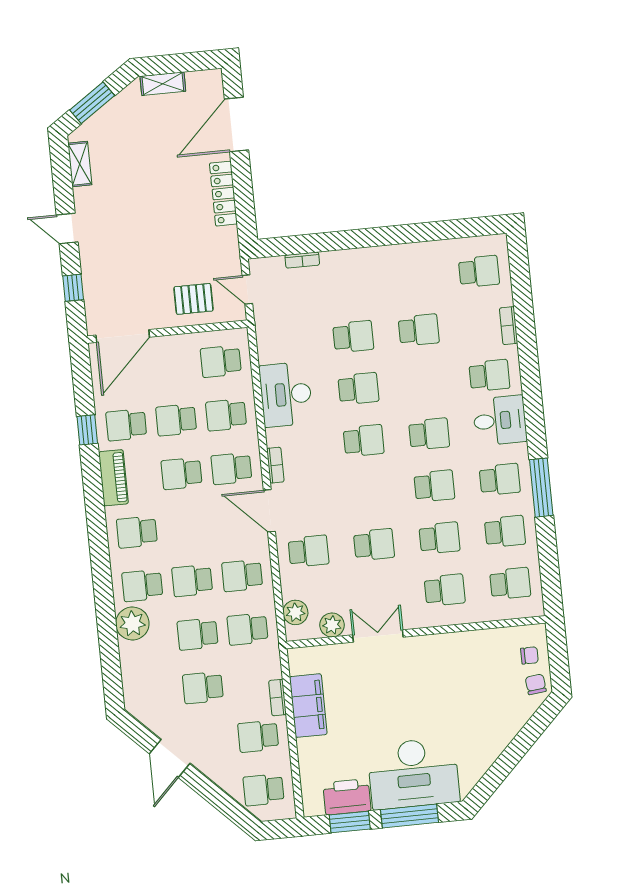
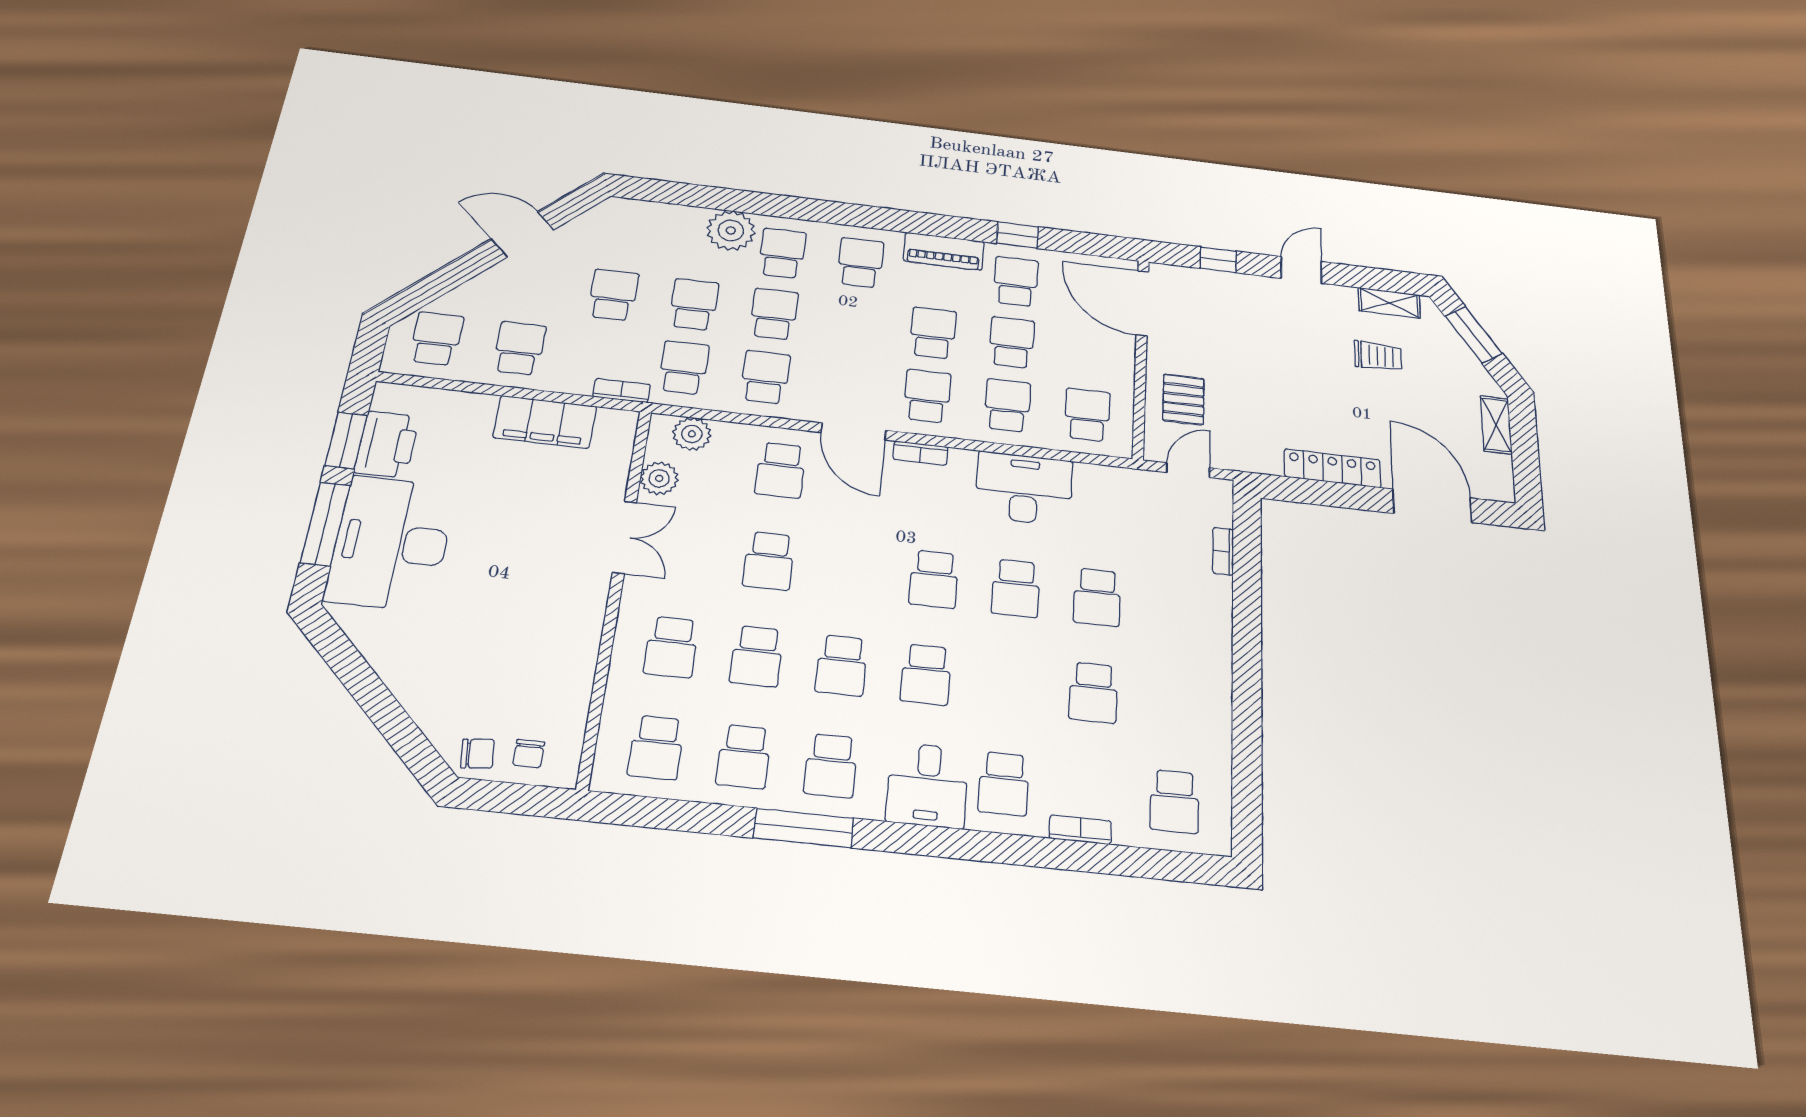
trolley: (126, 169) -> (1378, 356), added
door: (269, 511) -> (854, 431), swing flipped
bookcase: (277, 698) -> (622, 391), moved

